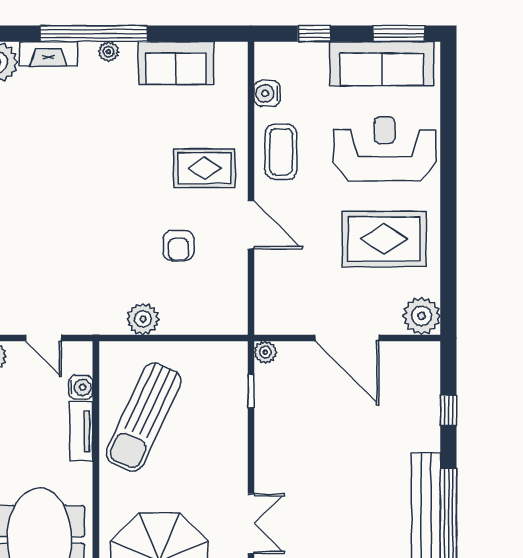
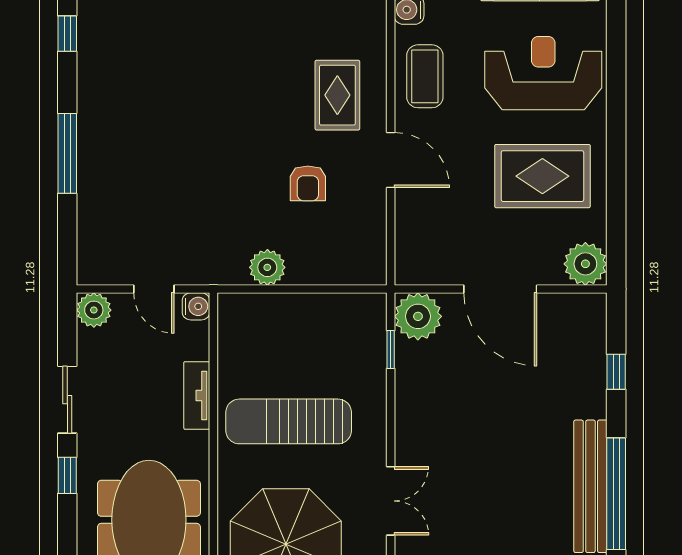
rug: (204, 168) -> (337, 95), turned 90
plant: (265, 352) -> (418, 316), width x1.88, depth x1.88
water cooler: (81, 387) -> (196, 306), moved
sun lounger: (144, 417) -> (289, 421), moved, turned 65

